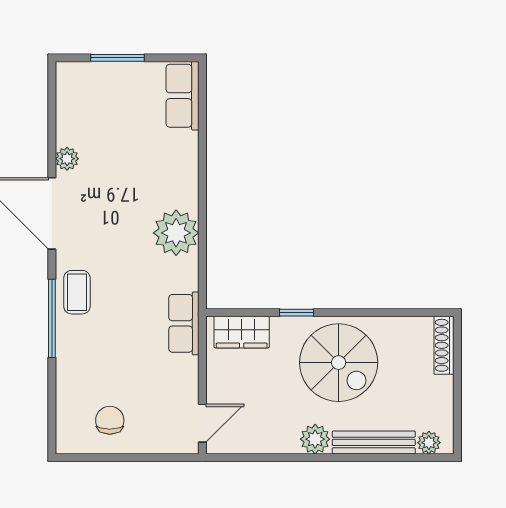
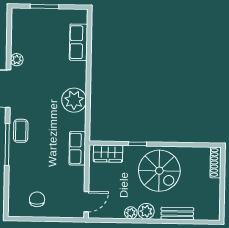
row of seats: (183, 96) -> (78, 42), moved
bench: (374, 442) -> (177, 214), width x0.73
plant: (429, 443) -> (131, 213), moved

